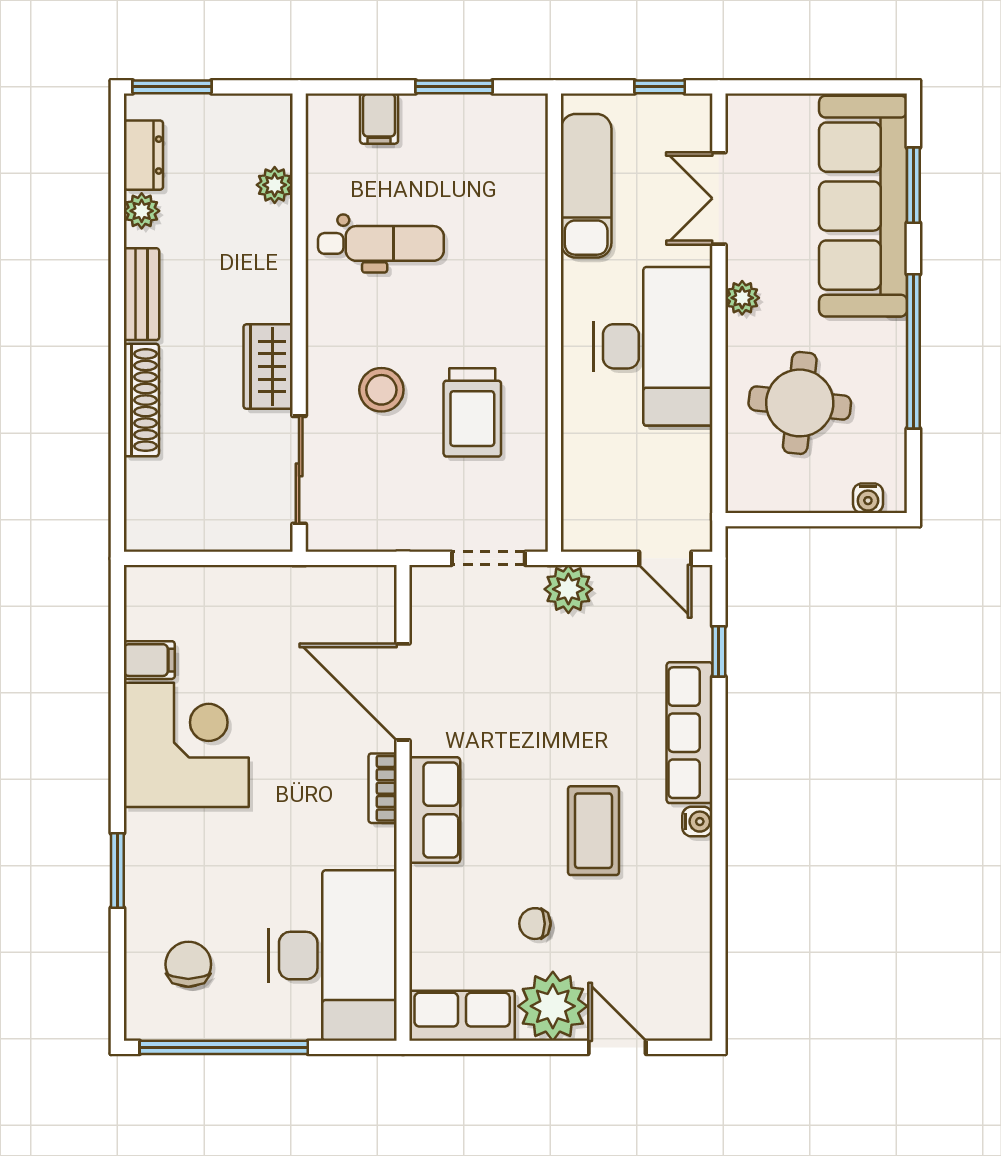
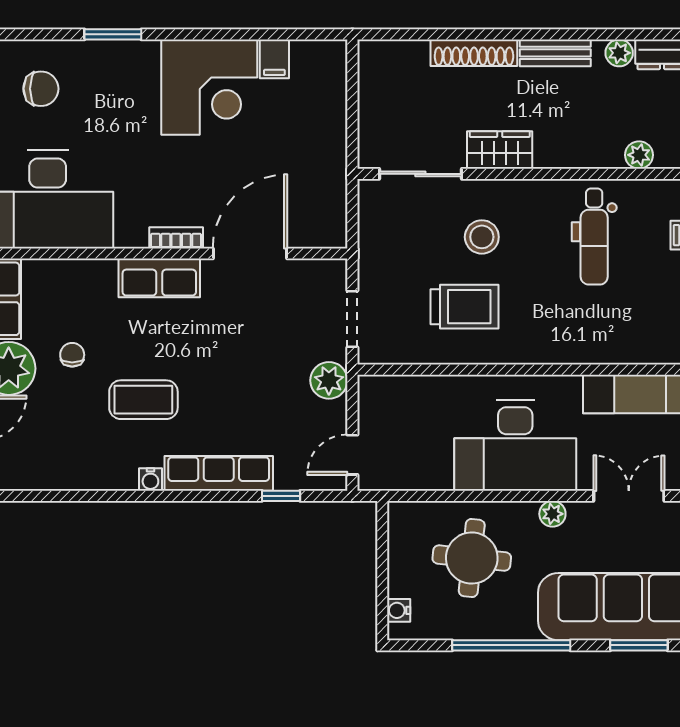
trolley: (472, 412) -> (465, 307), turned 180

